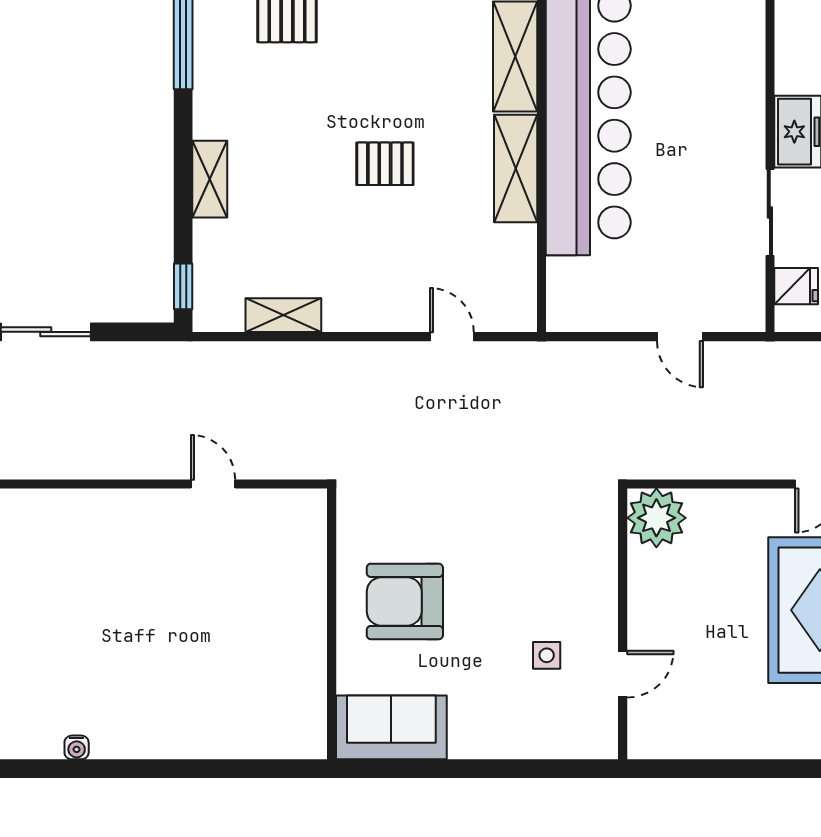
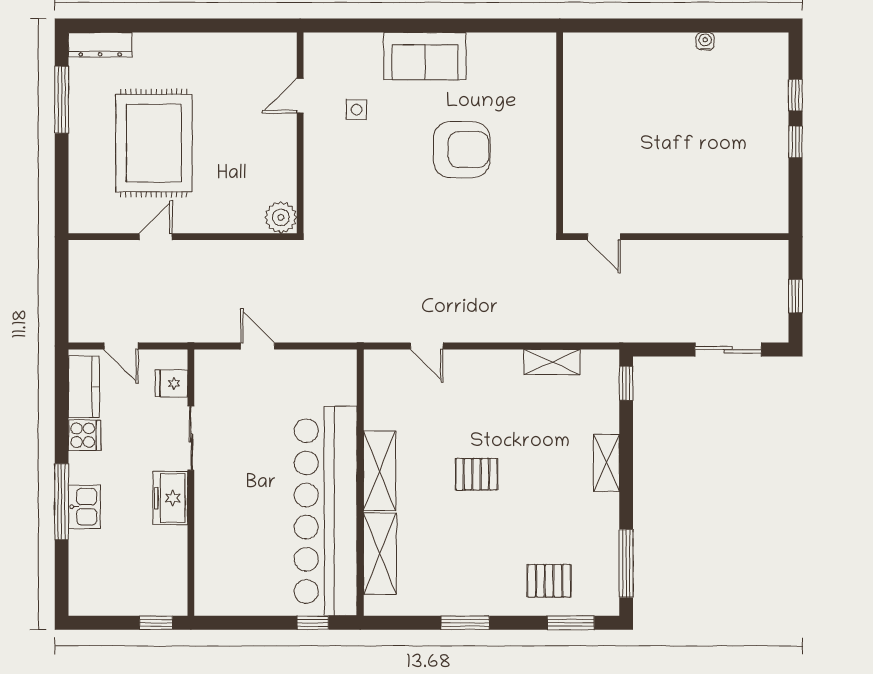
plant: (656, 518) -> (281, 217), width x0.73, depth x0.73
wall: (332, 624) -> (560, 133), moved
sofa: (391, 727) -> (425, 56), moved

